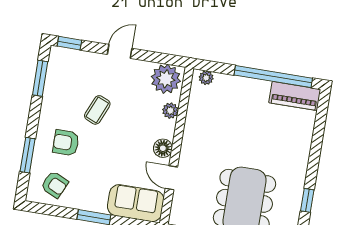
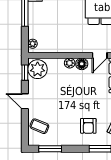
window: (69, 43) -> (25, 73), moved
coffee table: (97, 110) -> (39, 126), moved
plant: (170, 111) -> (70, 63), moved

